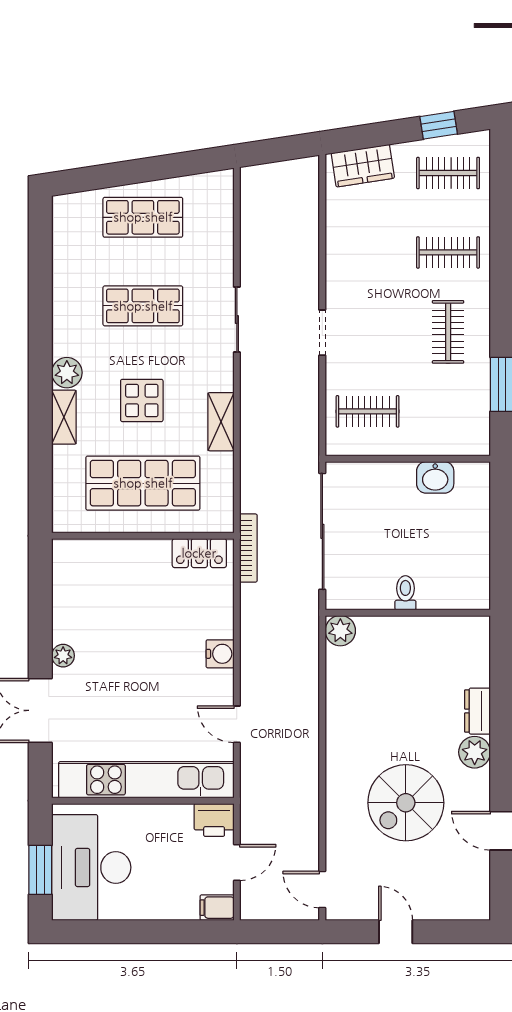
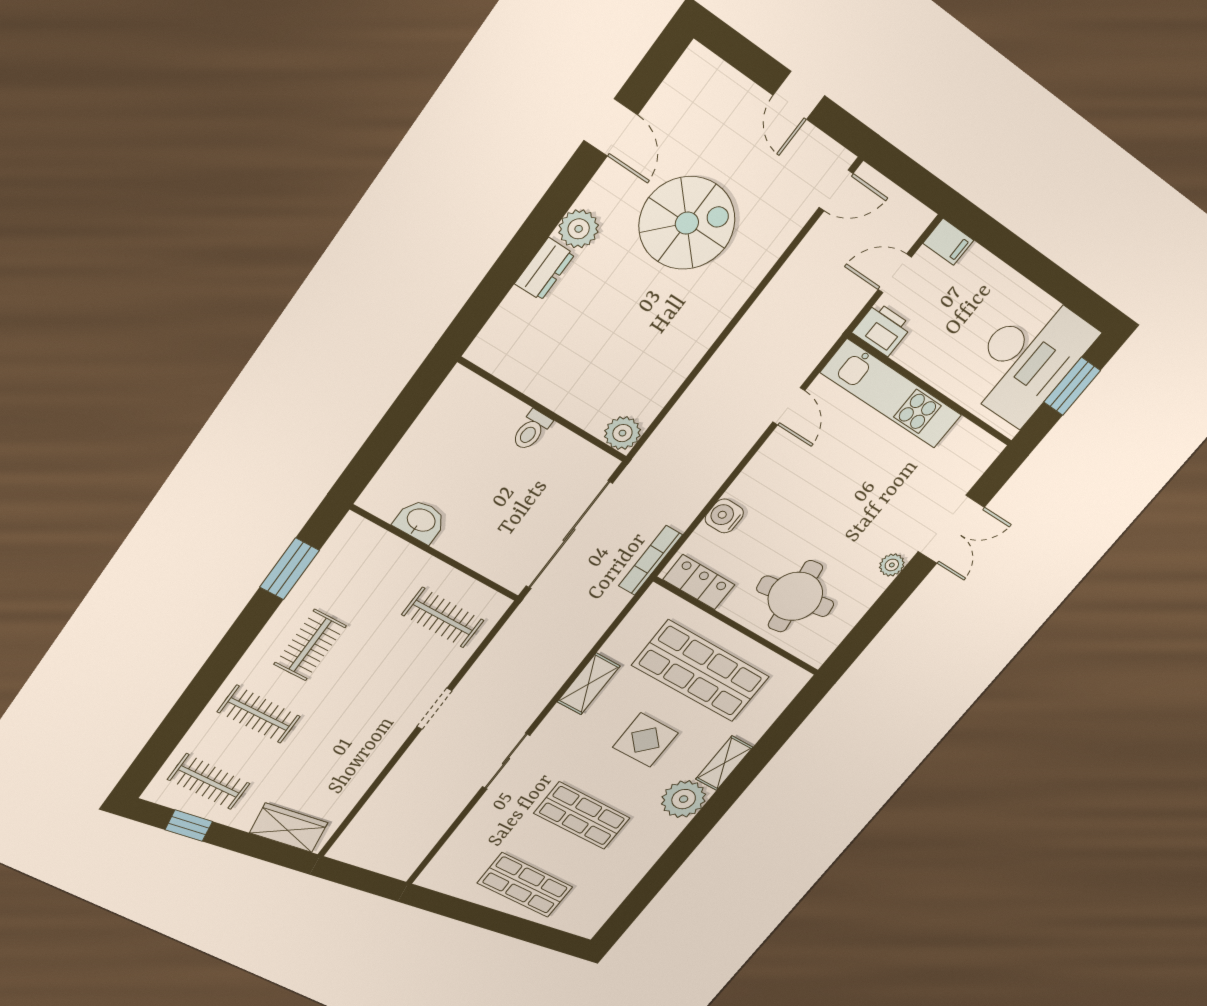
plant: (67, 373) -> (684, 799), width x1.36, depth x1.36
round table: (117, 586) -> (795, 596), added
water cooler: (220, 654) -> (724, 516), moved
kitchen unit: (146, 780) -> (891, 394), width x0.73
door: (322, 890) -> (836, 190), hinge flipped

